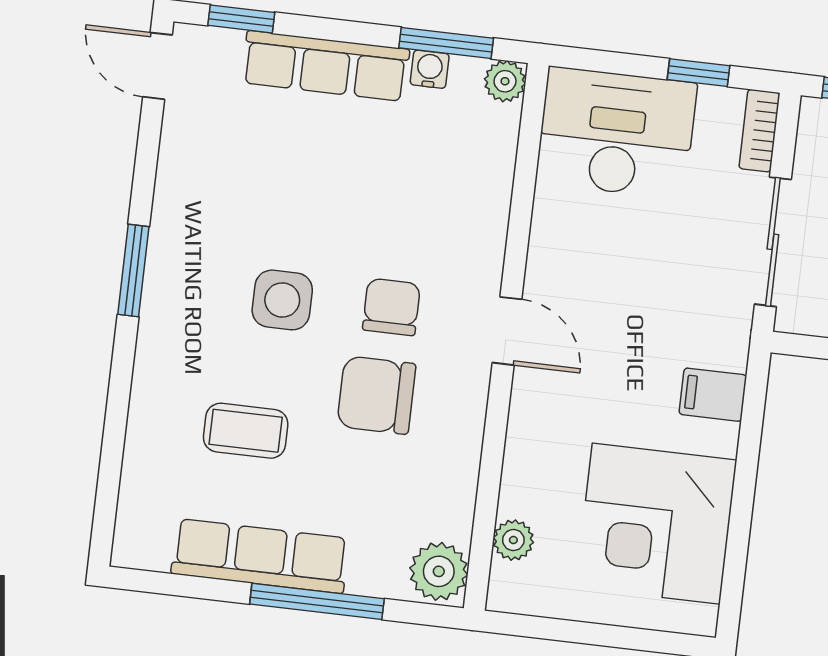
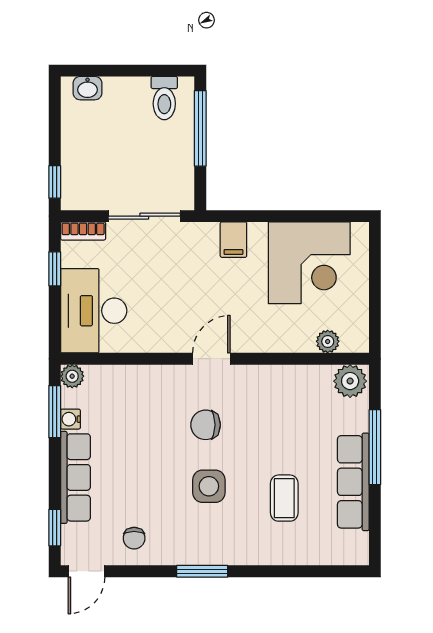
chair: (376, 395) -> (134, 538), moved, width x0.54, depth x0.54

